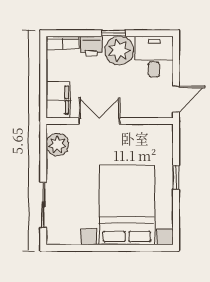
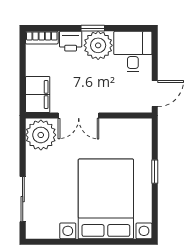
double door: (99, 121) -> (79, 116), swing flipped
plant: (57, 145) -> (41, 135), width x1.36, depth x1.36

